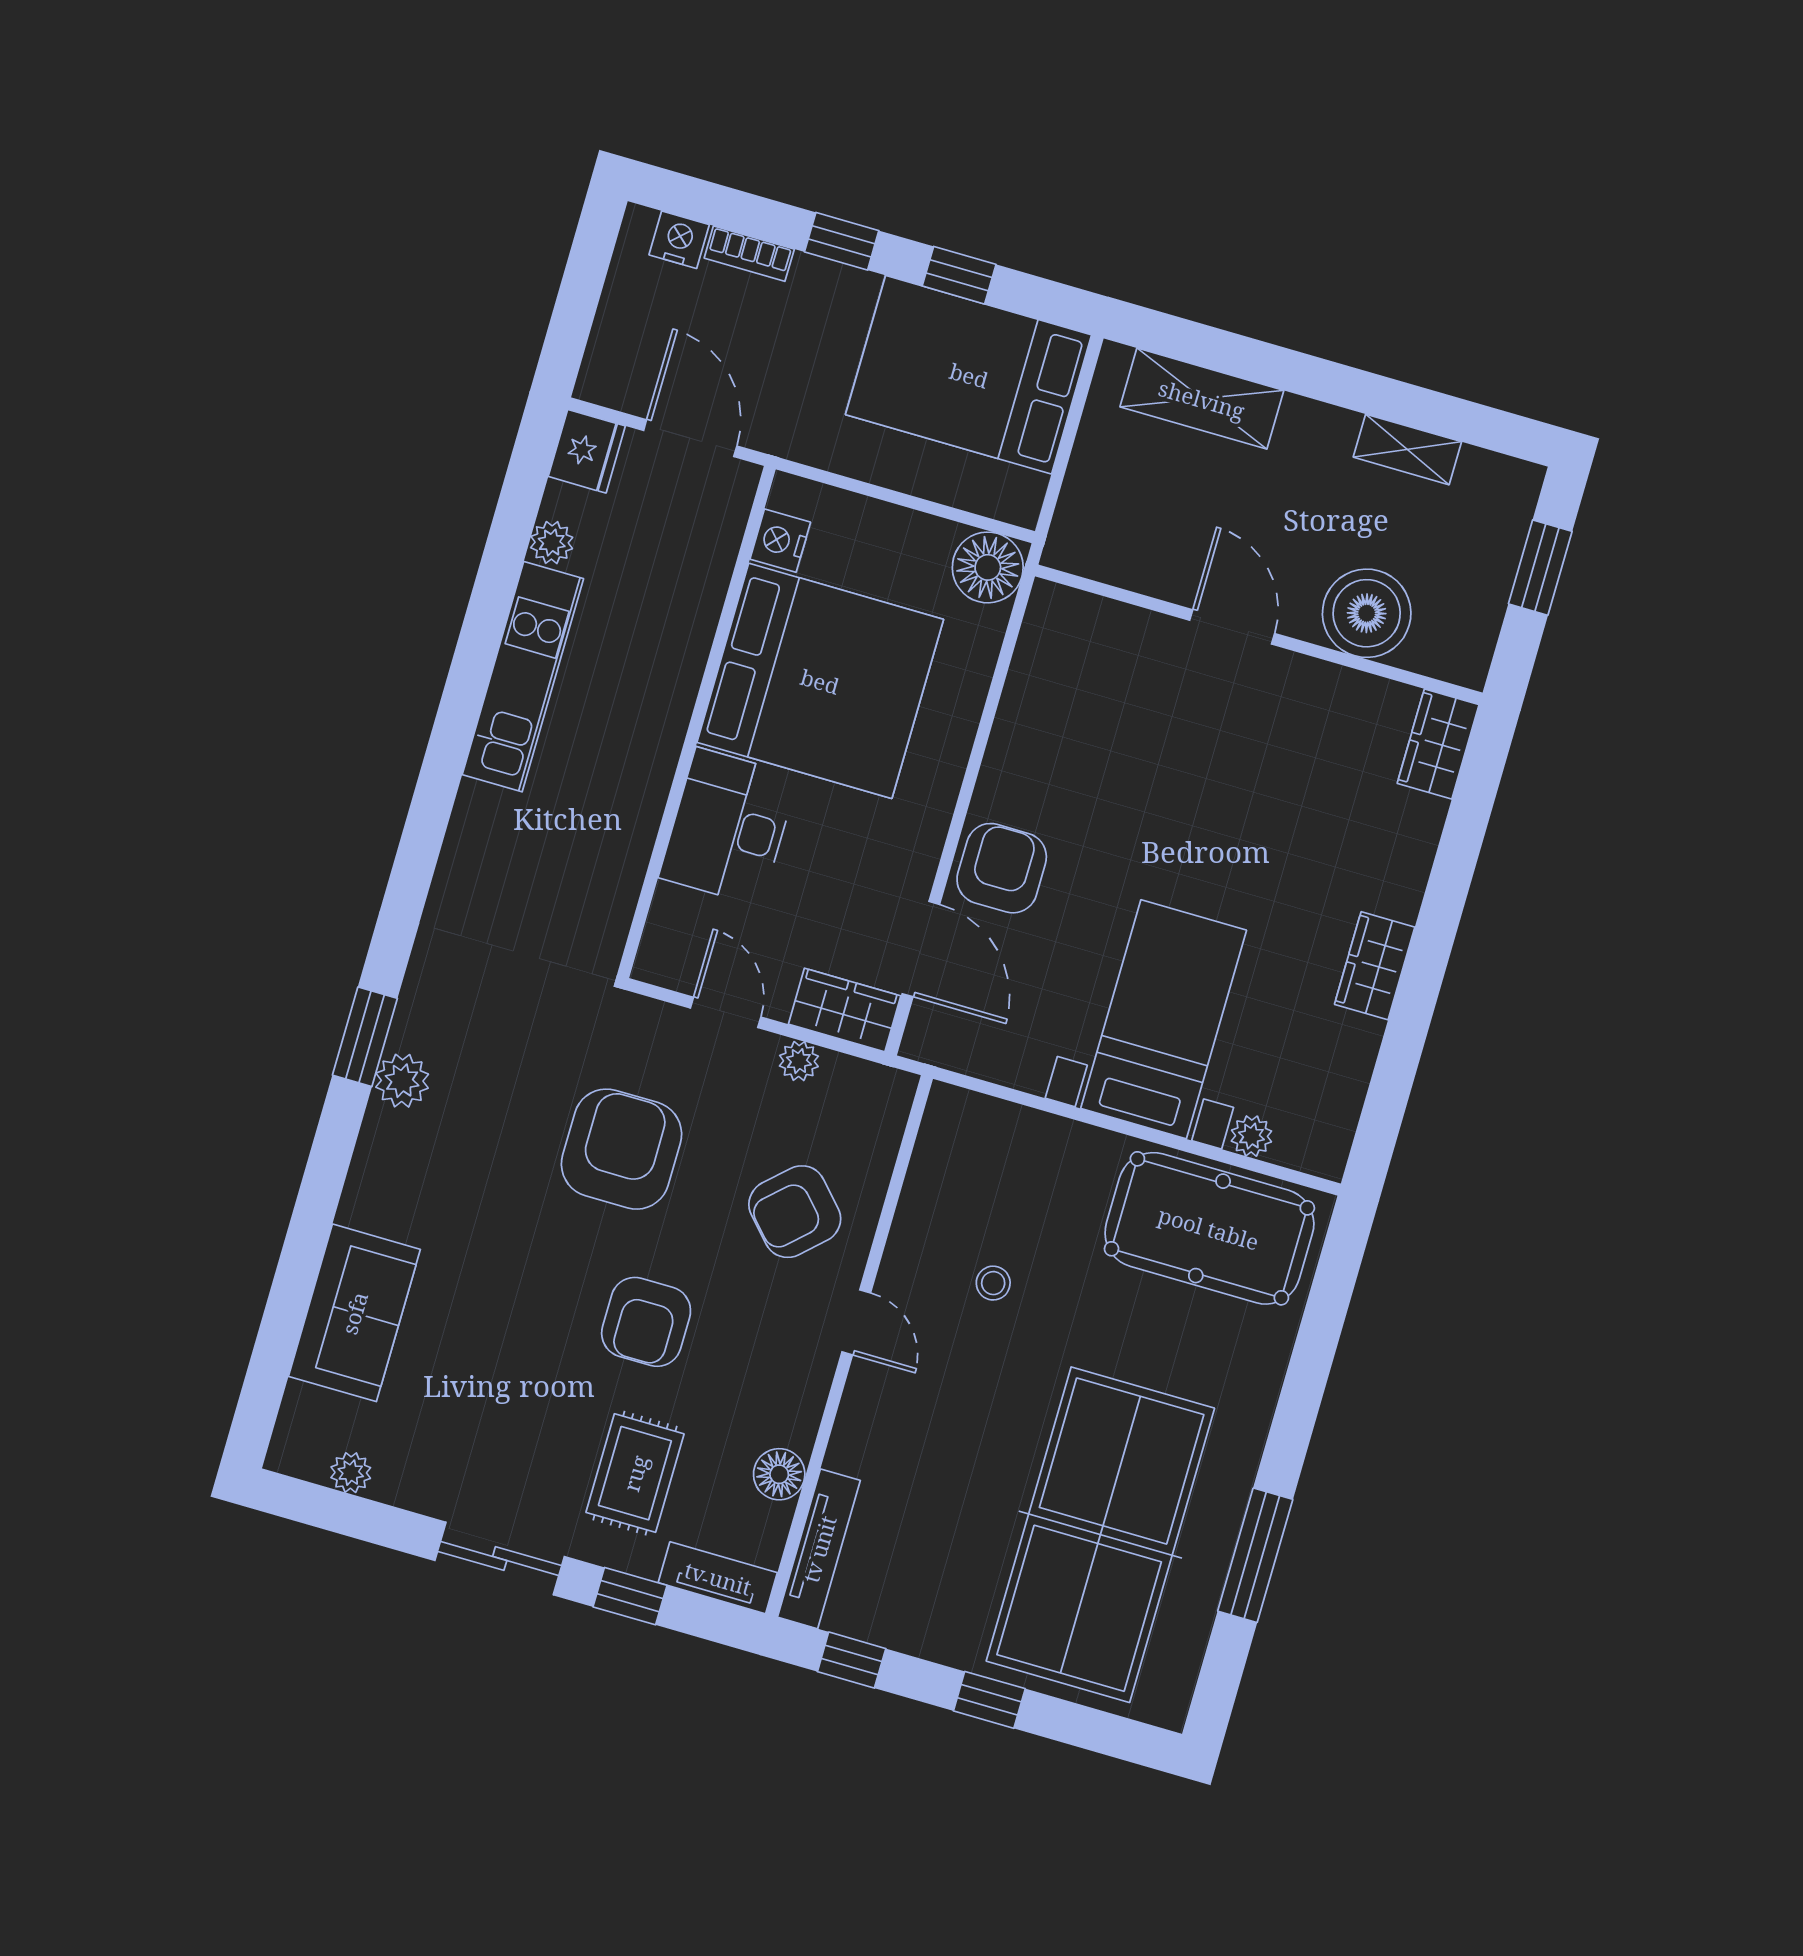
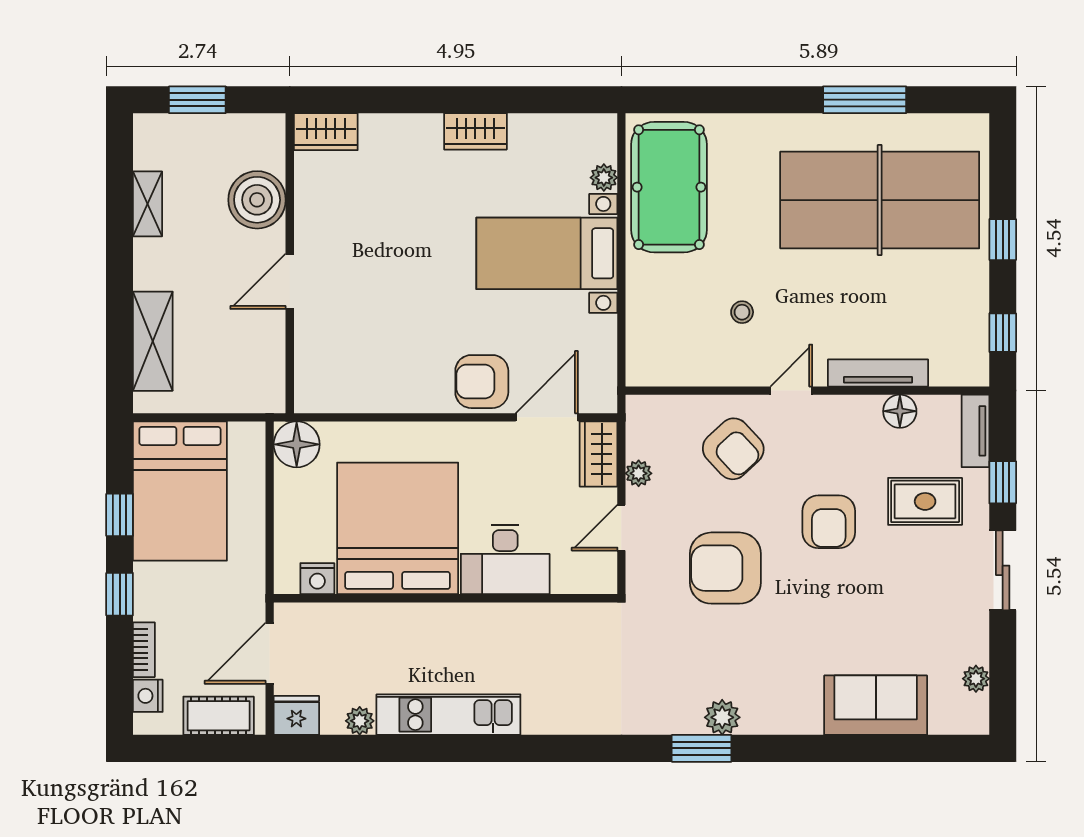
cot: (619, 336) -> (219, 716), added
armchair: (646, 1322) -> (829, 522), turned 90
tv unit: (819, 1549) -> (878, 373), moved

